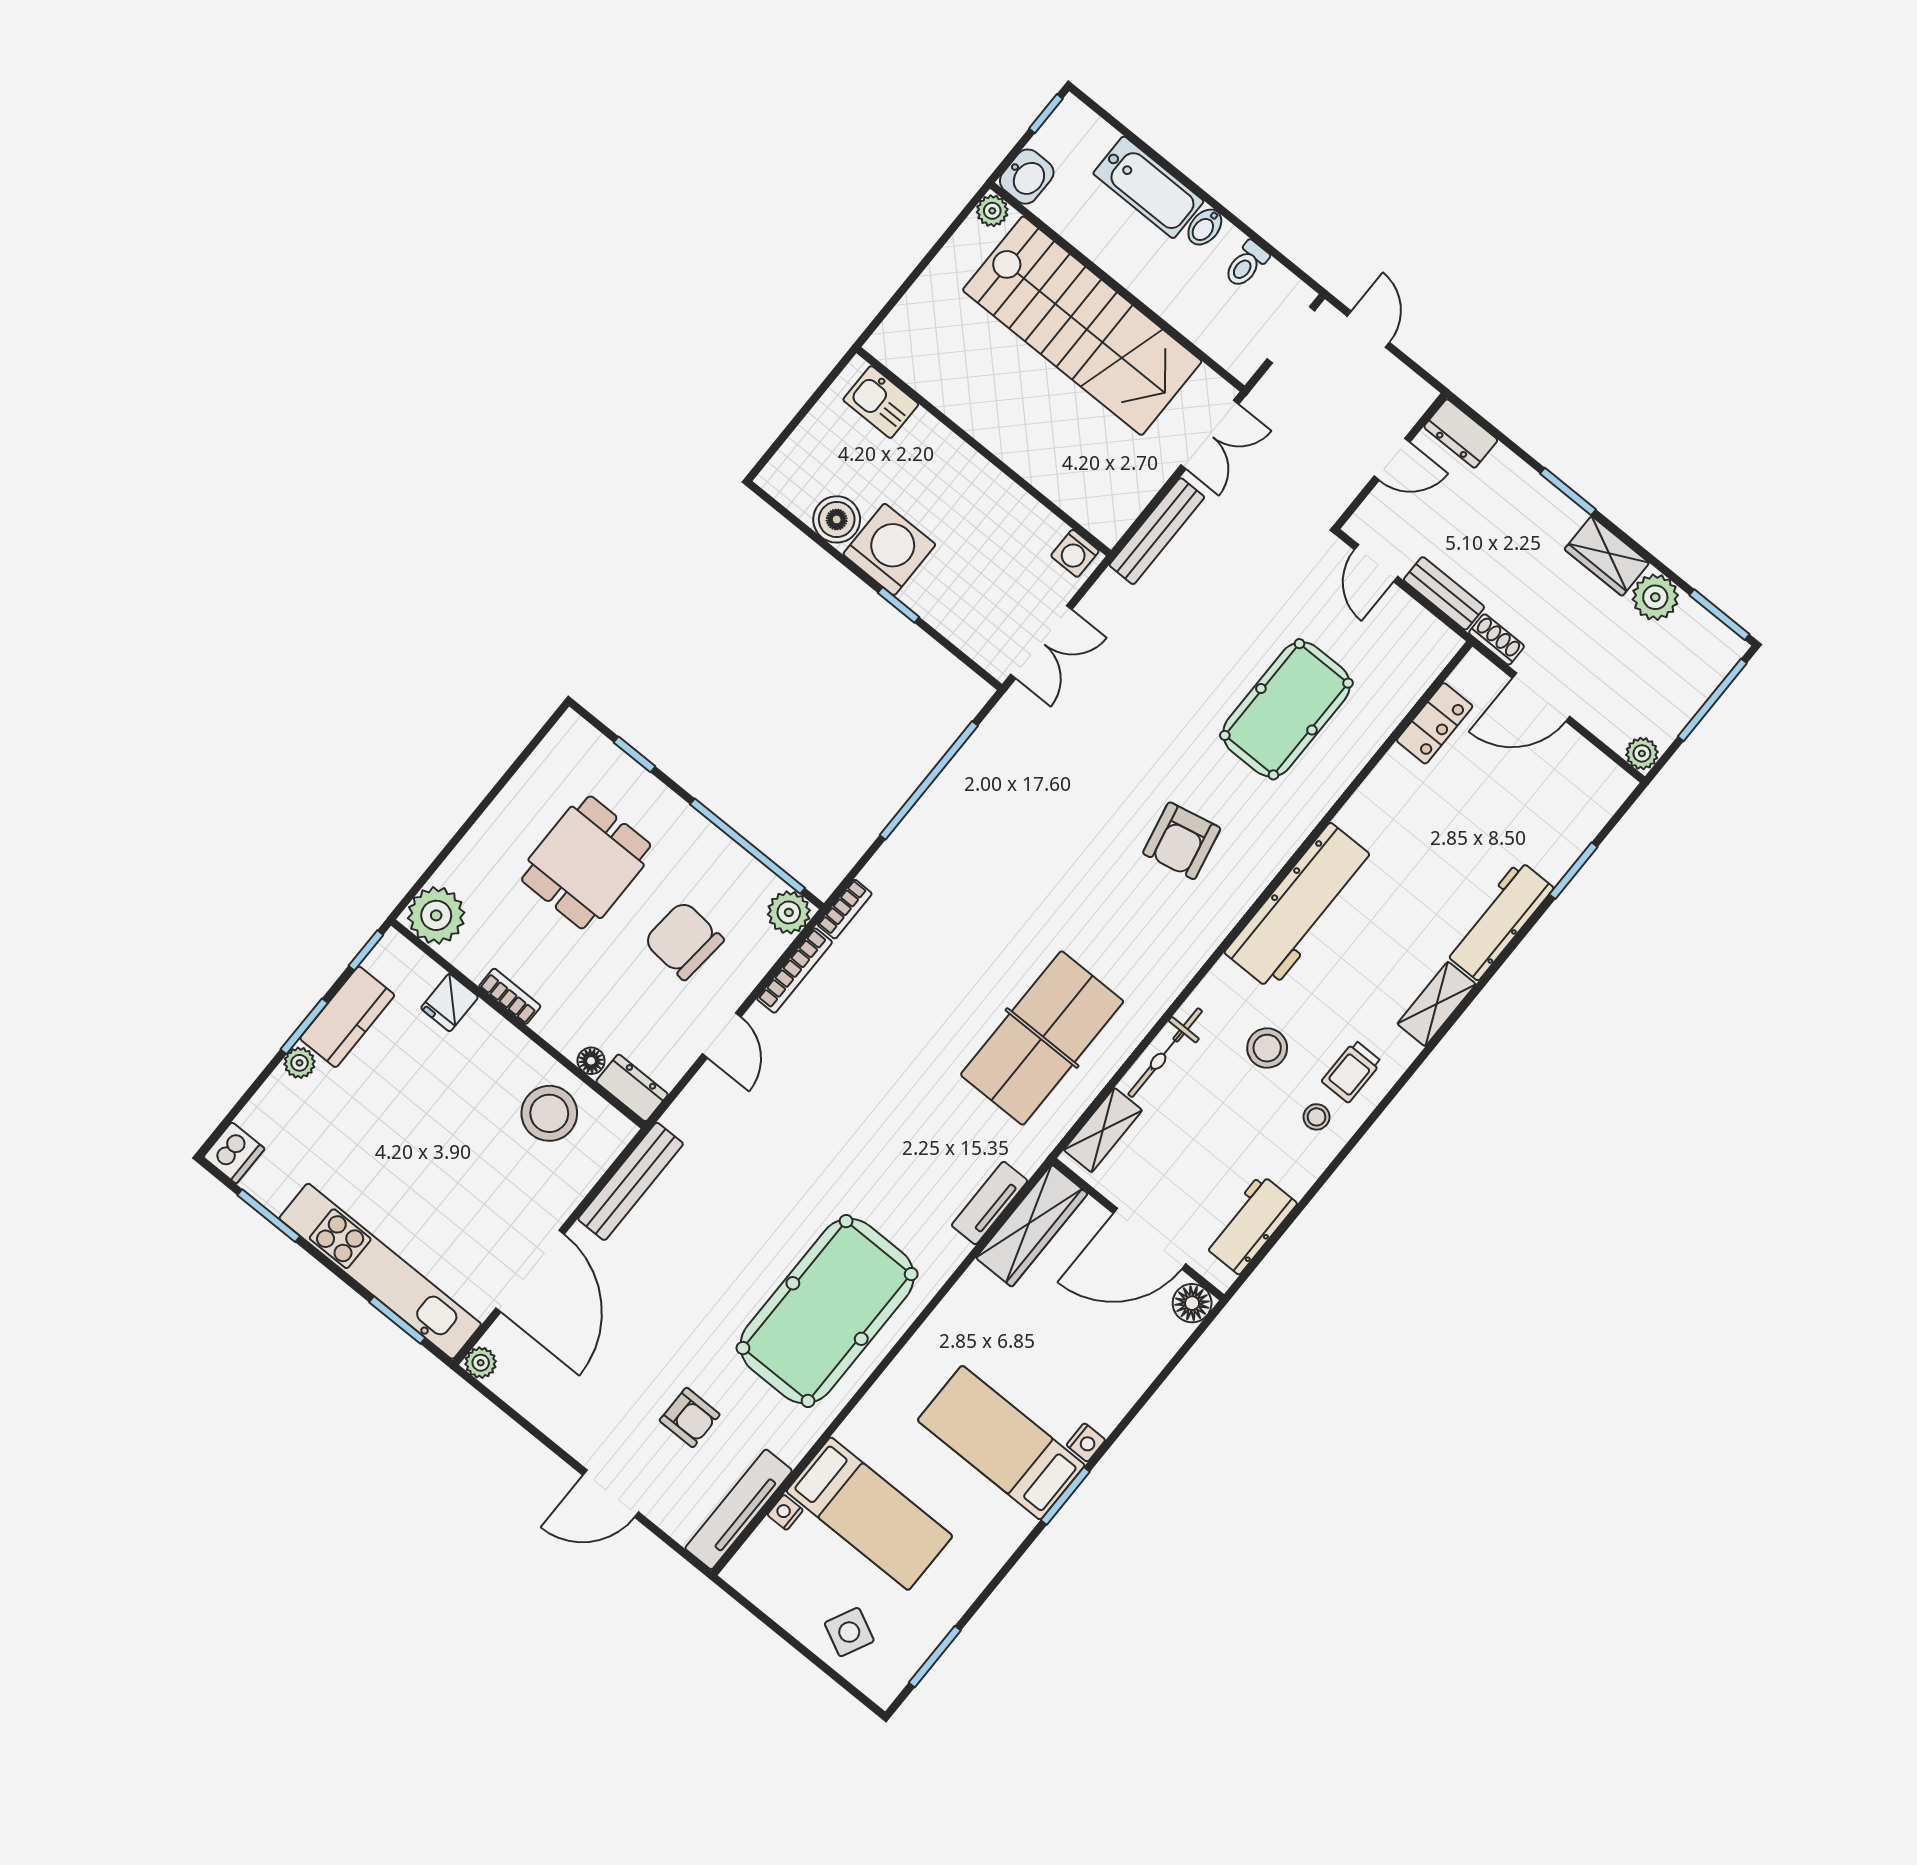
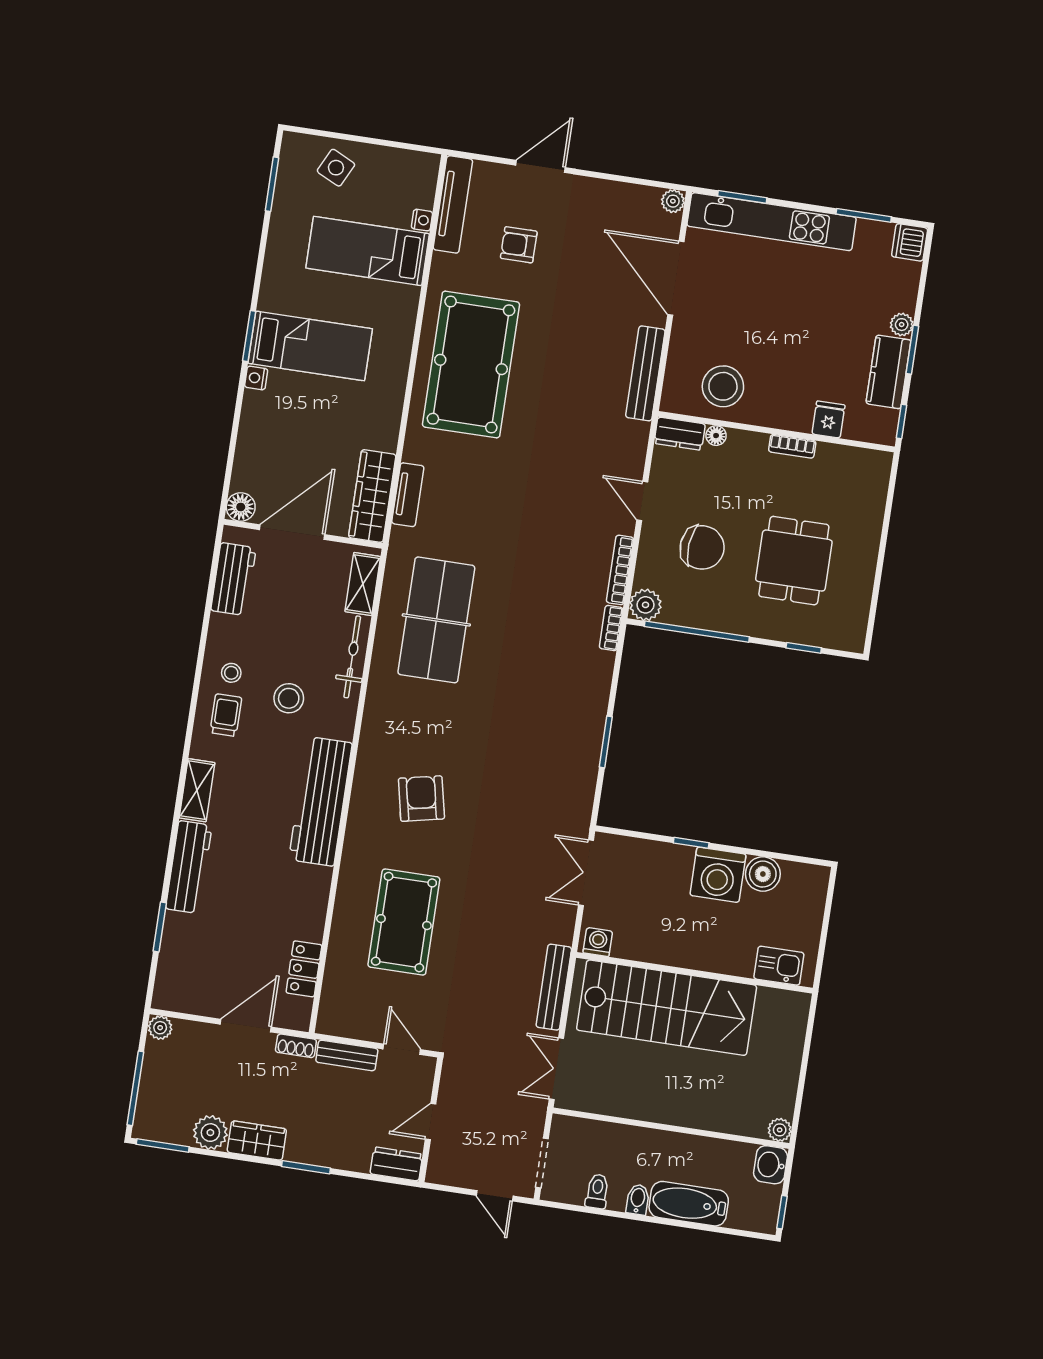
stairs: (1082, 326) -> (667, 1008), moved, turned 180
window: (929, 780) -> (606, 742), width x0.47
plant: (436, 915) -> (870, 470), removed

